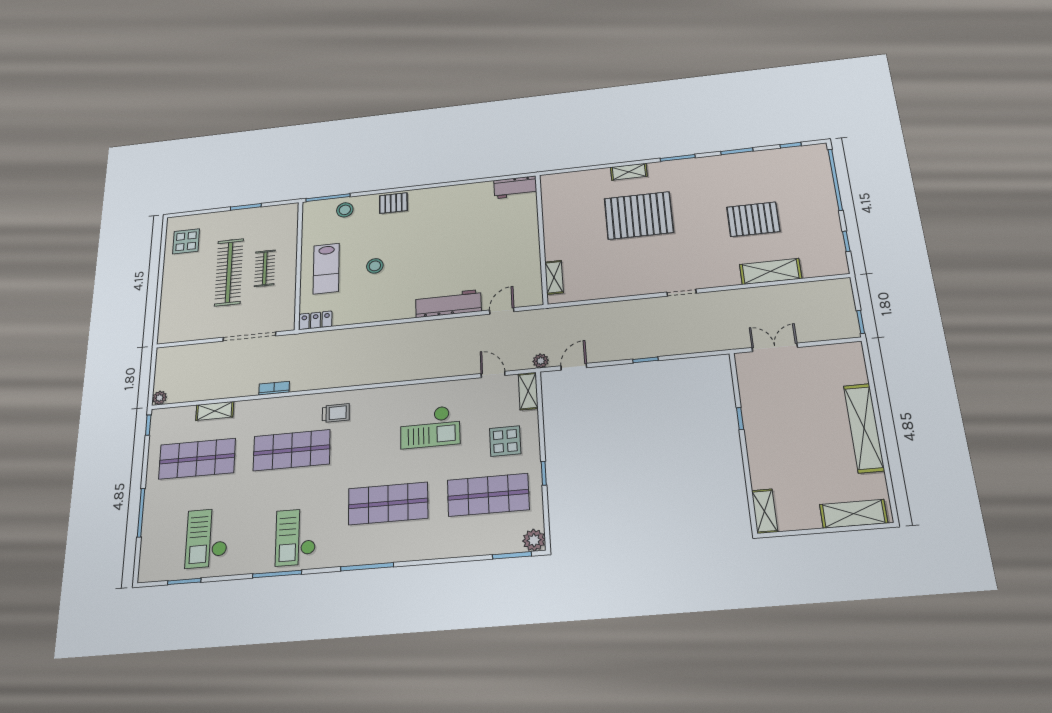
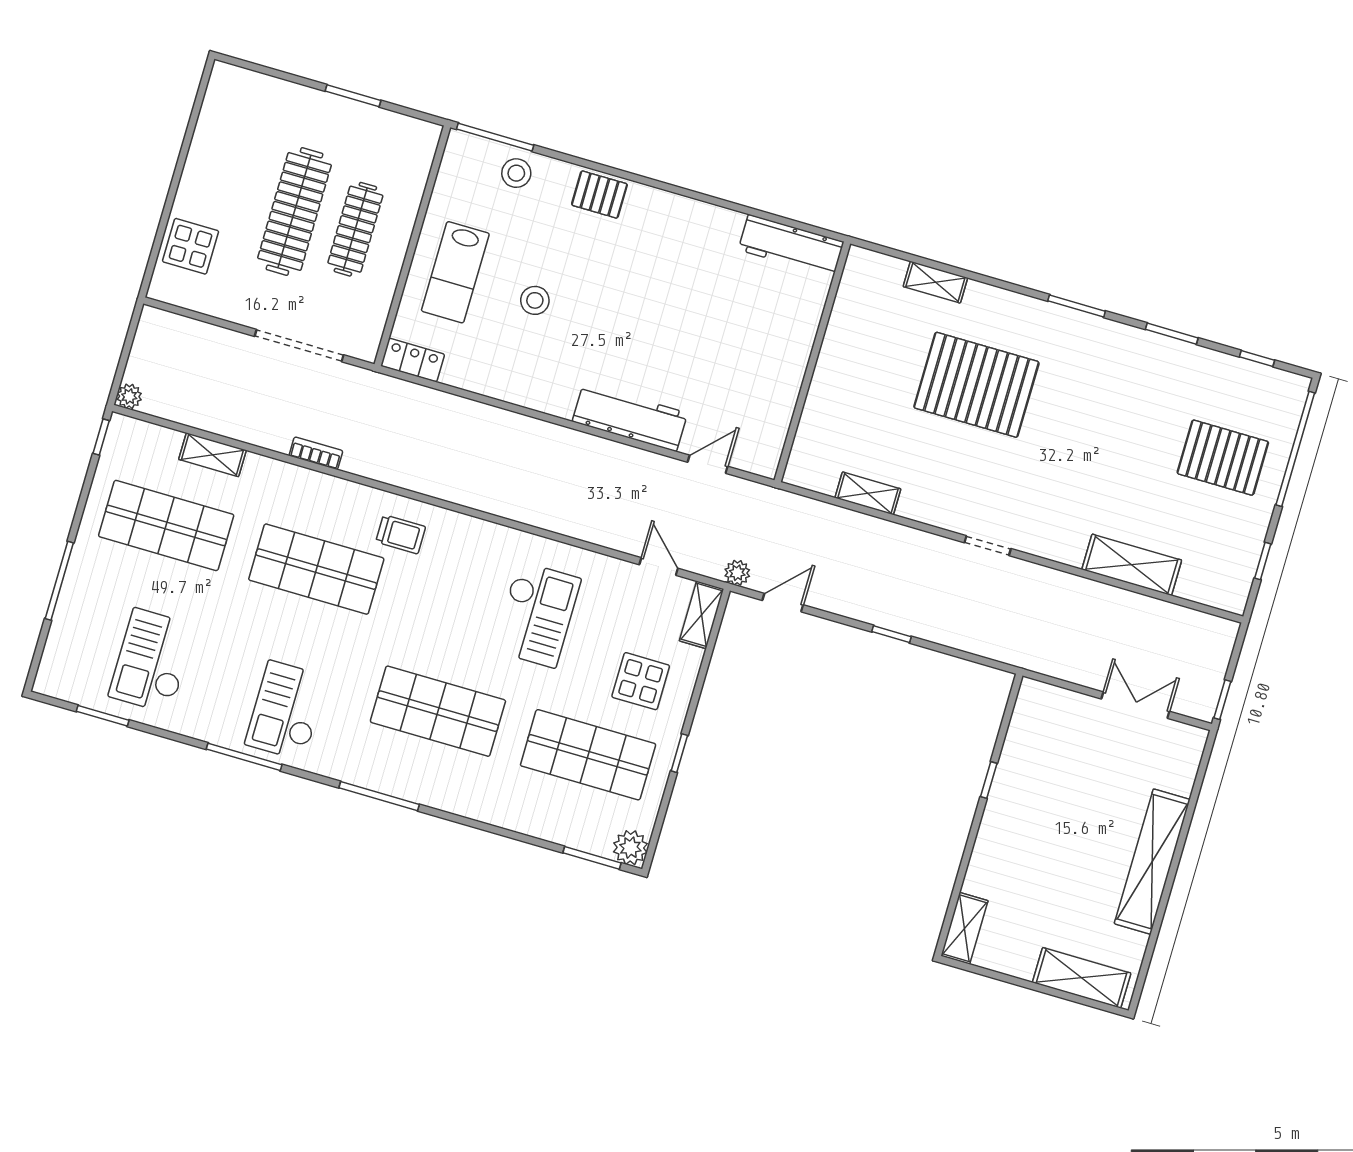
shelving: (629, 172) -> (935, 282), moved
workbench: (515, 187) -> (791, 246), width x1.38
pallet: (753, 219) -> (1223, 458), moved
display table: (186, 241) -> (191, 246), moved
clothes rail: (265, 268) -> (355, 229), width x1.36
shelving: (554, 277) -> (868, 493), moved, turned 90
double door: (775, 347) -> (1135, 705), moved
checkout: (430, 427) -> (537, 615), turned -90

